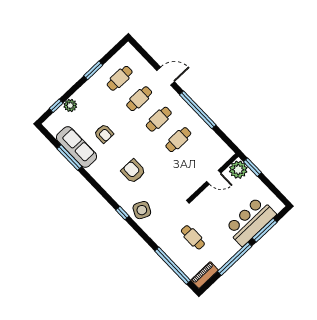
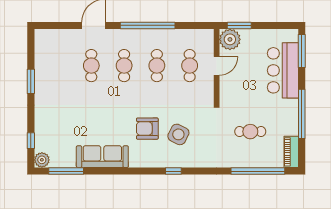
cafe table: (120, 78) -> (190, 66), moved
plant: (70, 105) -> (42, 160), moved
armchair: (104, 134) -> (92, 123), removed
sofa: (77, 147) -> (102, 157), moved
window: (69, 158) -> (66, 171), moved
side table: (142, 210) -> (178, 134), moved
window: (265, 230) -> (302, 51), moved

